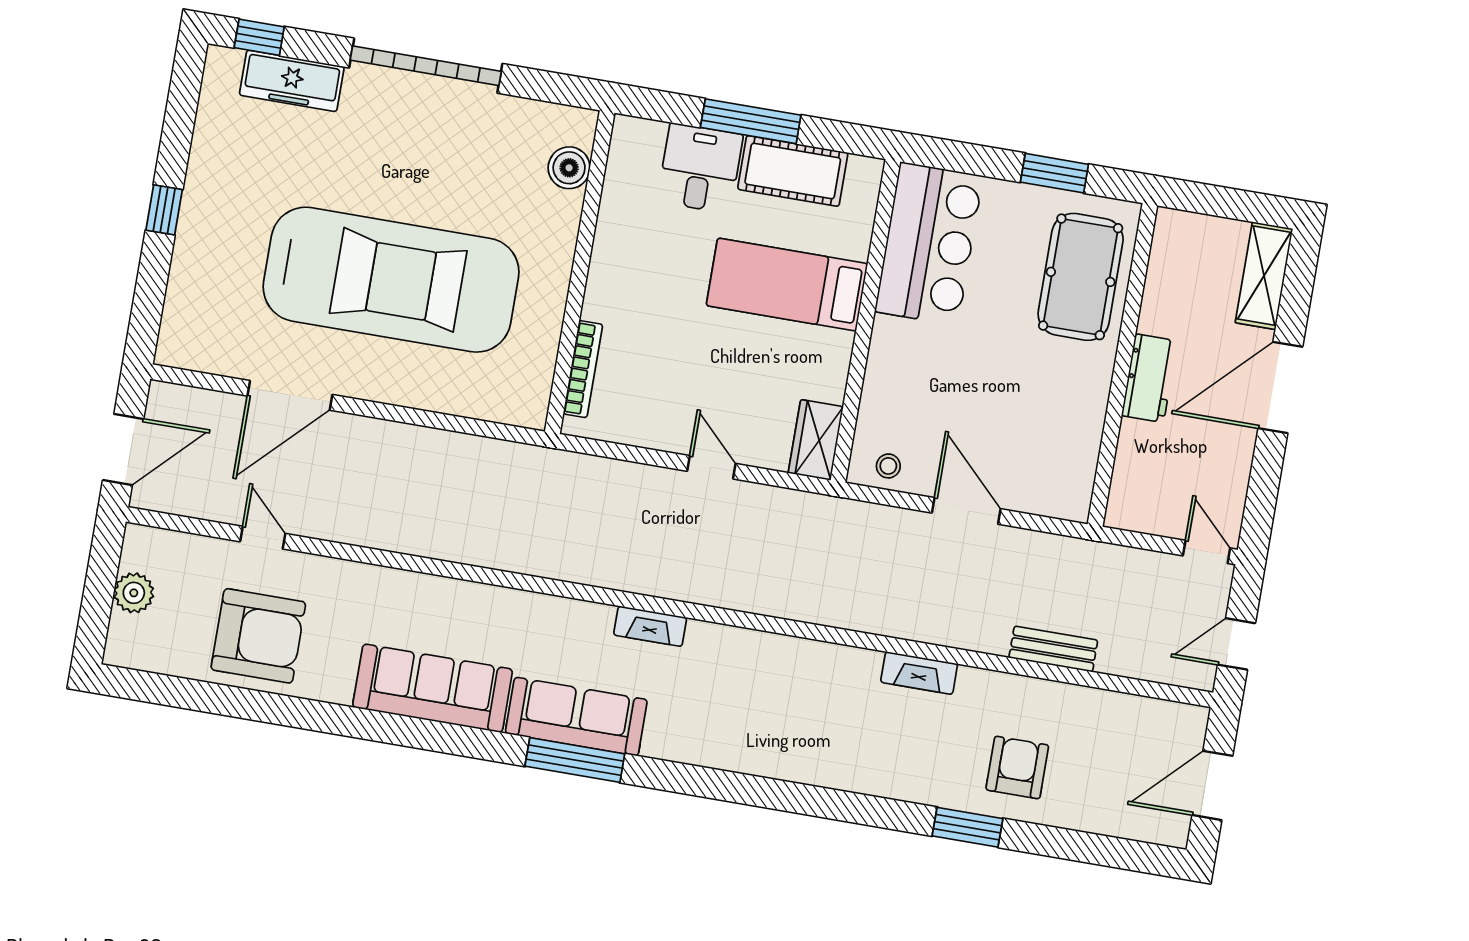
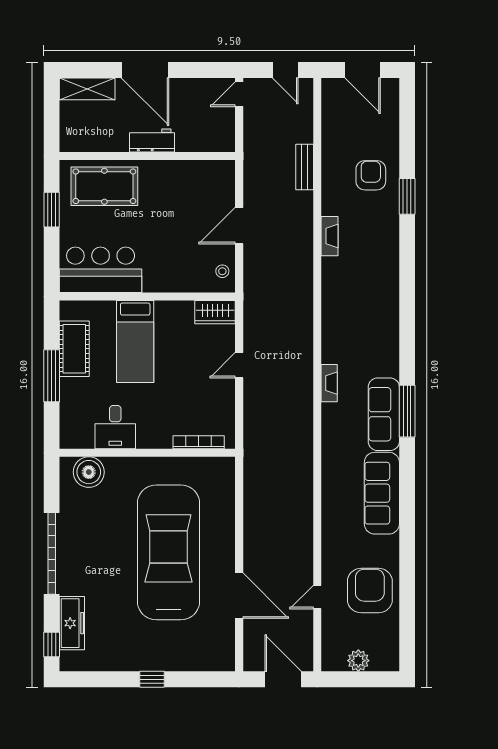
boiler: (569, 168) -> (89, 472), width x1.37, depth x1.37
desk: (700, 168) -> (115, 427), moved, turned -90
armchair: (1017, 767) -> (371, 175), turned 90

